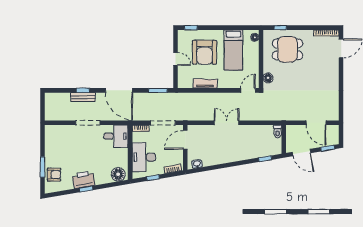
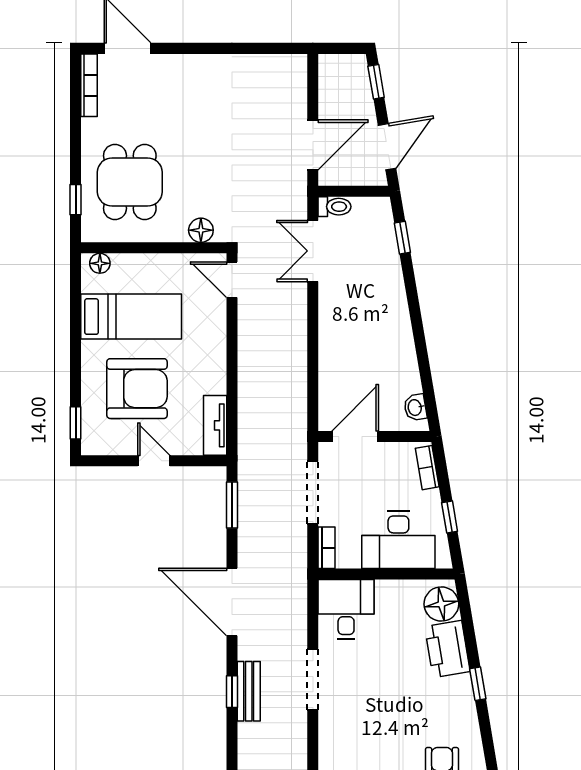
door: (176, 59) -> (154, 461), hinge flipped
tv unit: (205, 84) -> (215, 425), moved
door: (119, 90) -> (232, 602), swing flipped
double door: (227, 123) -> (313, 251), moved
door: (316, 123) -> (313, 145), moved
door: (185, 140) -> (355, 437), swing flipped
printer: (84, 180) -> (447, 649), moved

